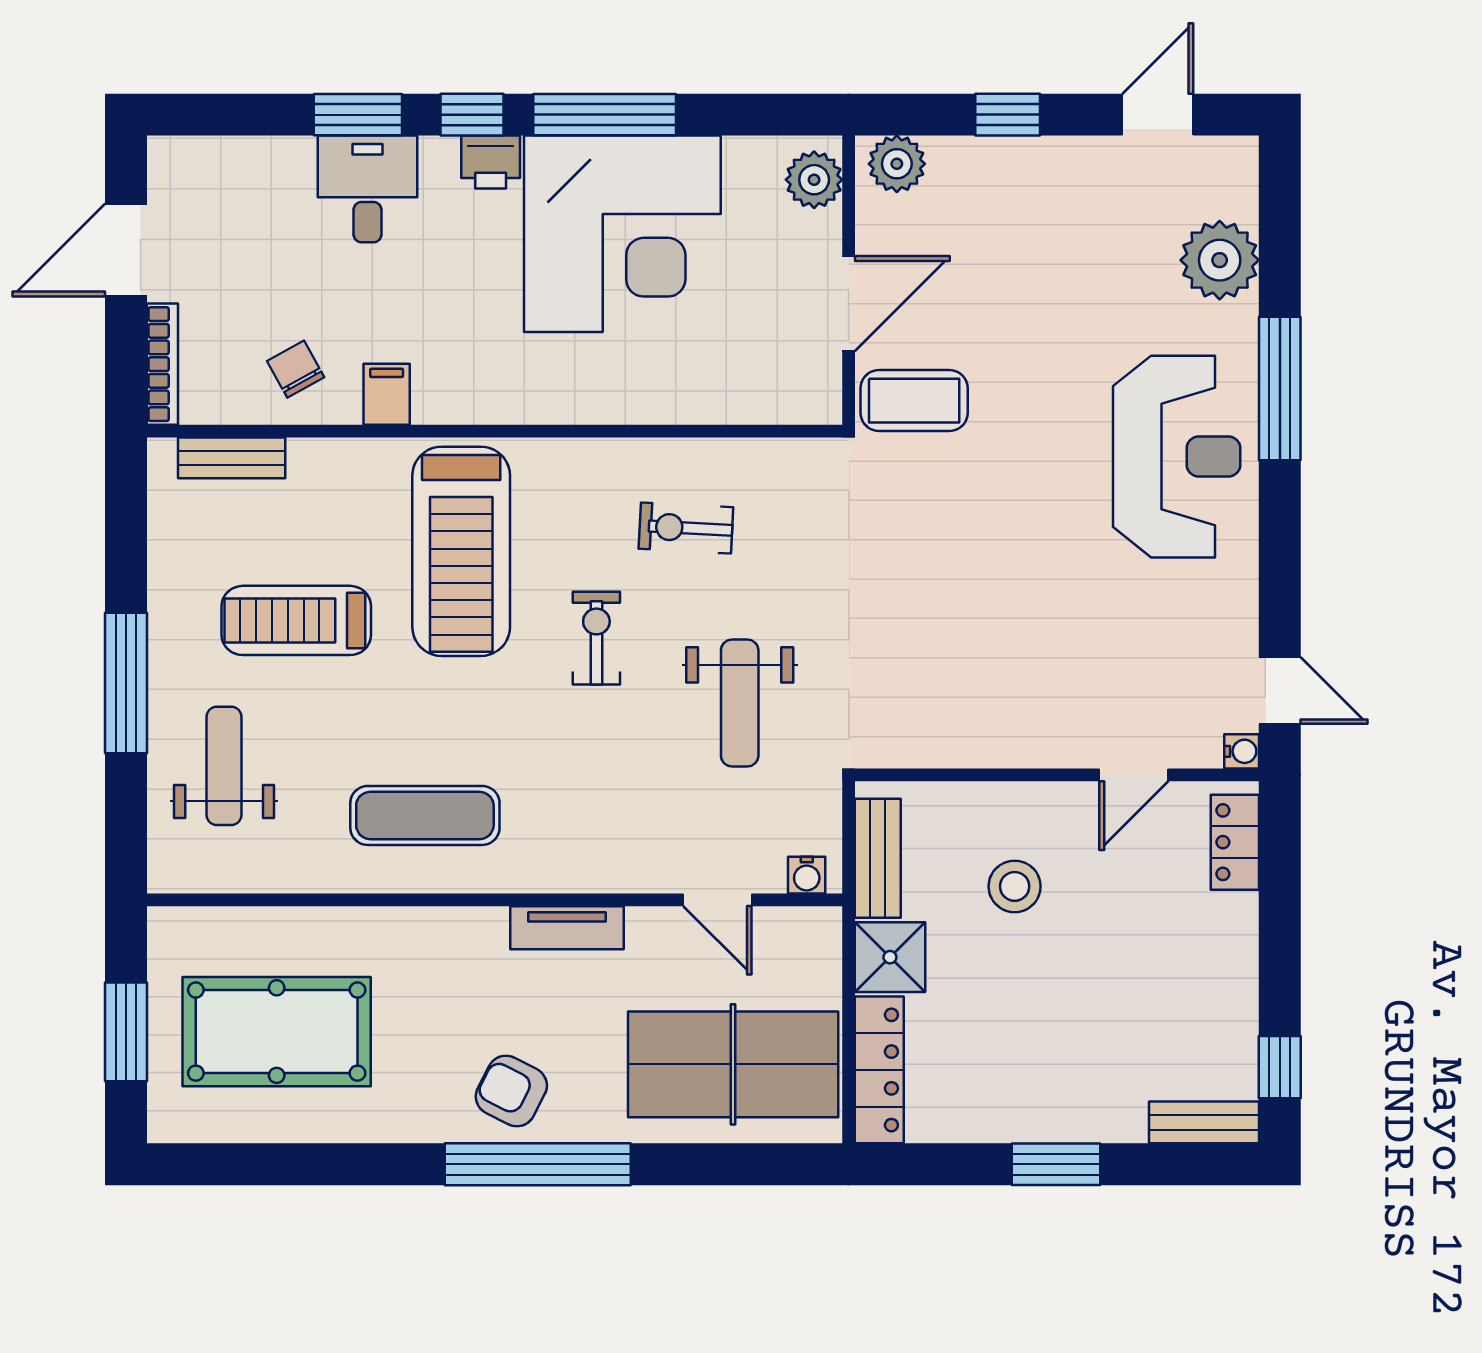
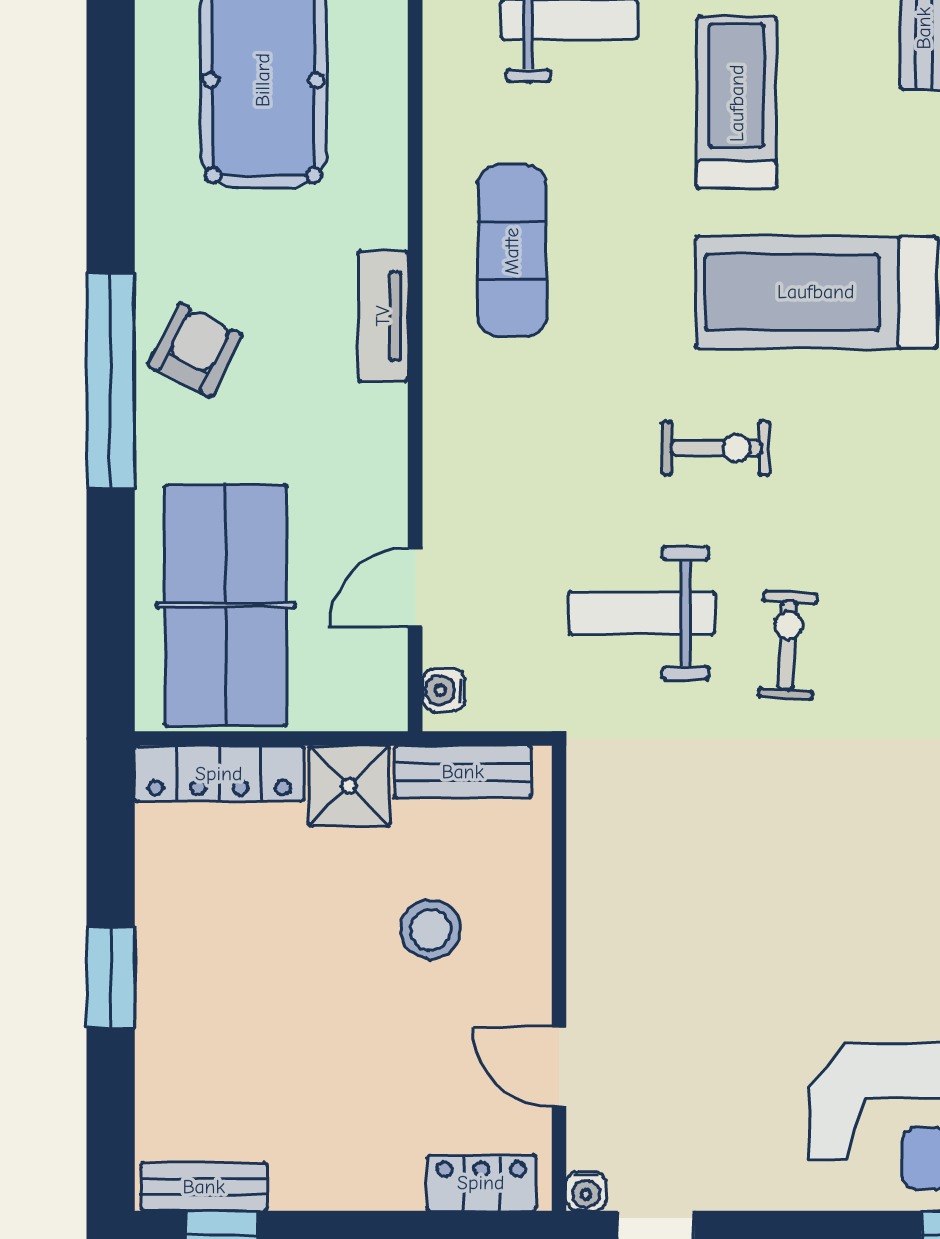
exercise bike: (686, 528) -> (788, 645), moved
tv unit: (567, 928) -> (383, 316), moved
bench: (1204, 1122) -> (204, 1187), moved, turned 90

